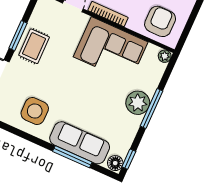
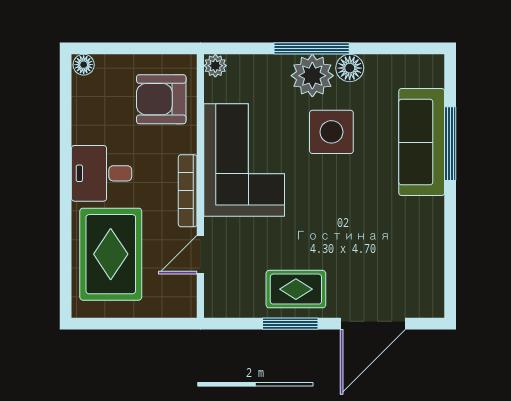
side table: (35, 111) -> (331, 132), moved
window: (129, 159) -> (412, 48), removed
floor lamp: (115, 163) -> (350, 68), moved

